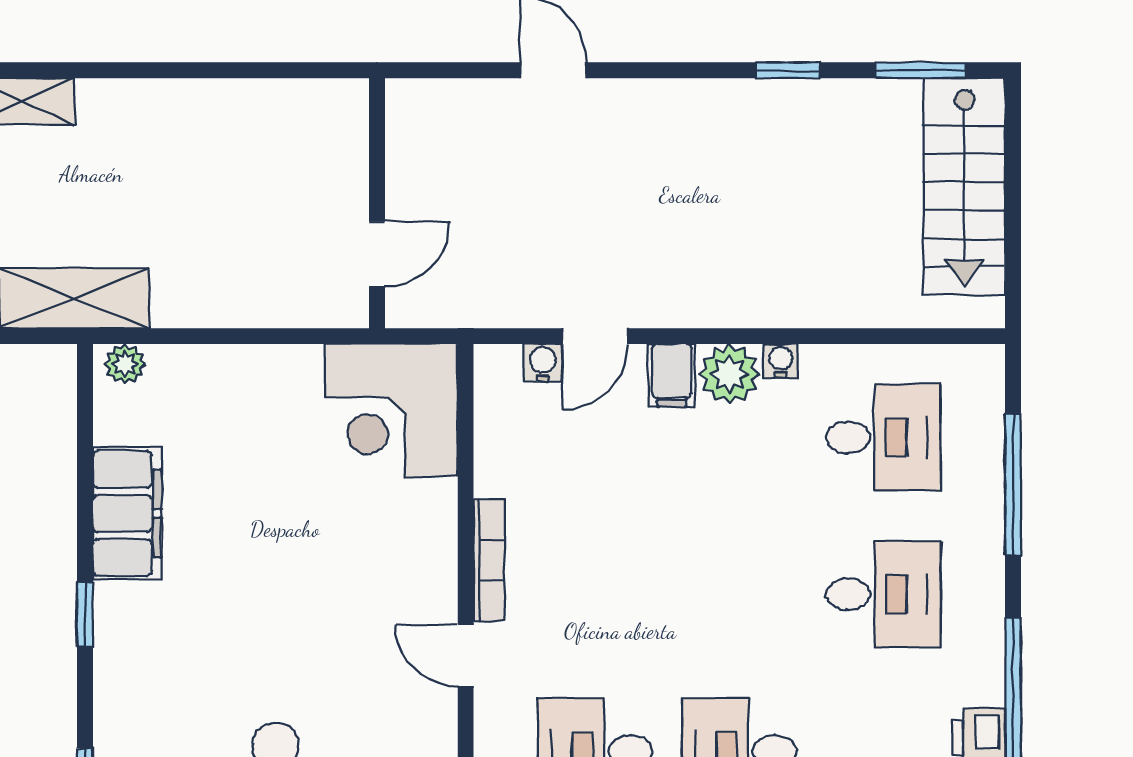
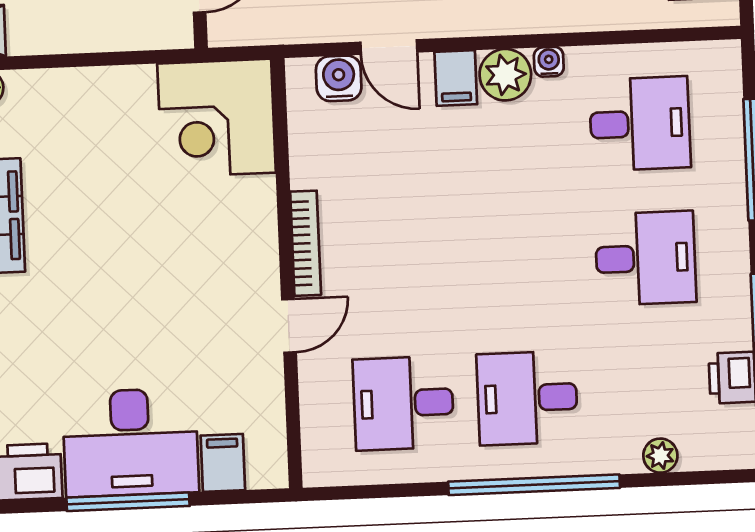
door: (595, 336) -> (389, 47), hinge flipped
water cooler: (543, 363) -> (339, 78), width x1.38, depth x1.38
door: (466, 655) -> (289, 326), swing flipped

